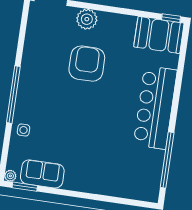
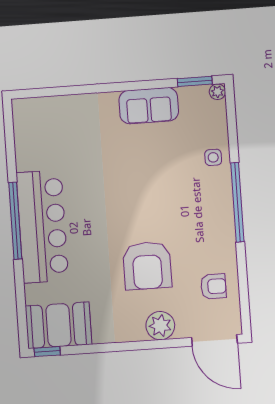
armchair: (43, 39) -> (213, 286), added
window: (167, 160) -> (15, 221), moved
sofa: (42, 174) -> (149, 106), moved

